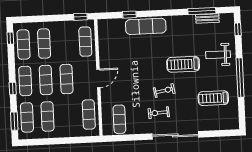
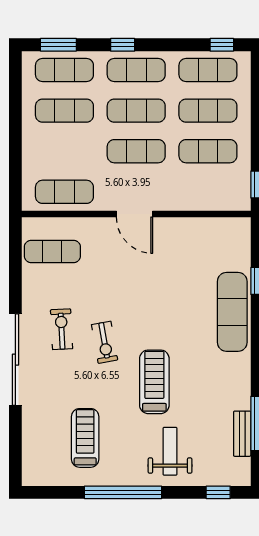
exercise mat: (85, 42) -> (208, 151), moved

